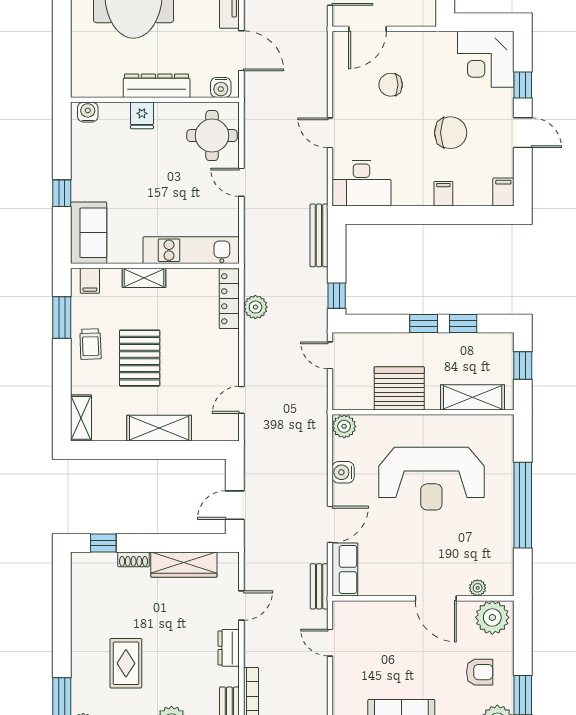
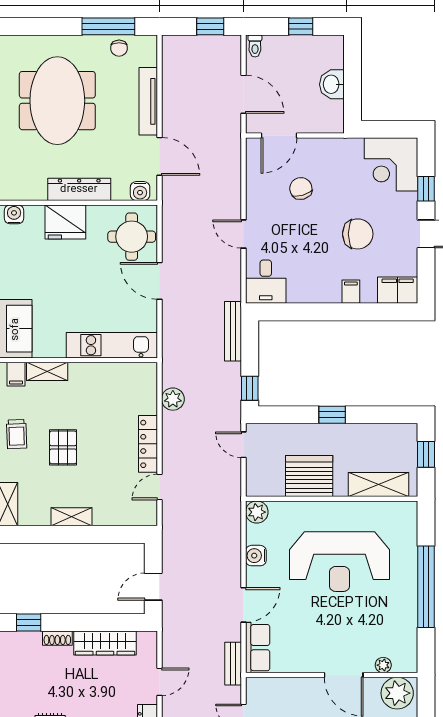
chair: (391, 85) -> (301, 188), turned 74
fridge: (142, 115) -> (65, 222), width x1.88, depth x1.34
door: (241, 182) -> (159, 281), width x1.38
desk: (361, 183) -> (266, 282), width x0.73
filing cabinet: (503, 192) -> (398, 290), width x2.00
shelving: (144, 278) -> (47, 371), moved
locker: (229, 299) -> (148, 444), moved
window: (463, 324) -> (370, 415), removed
pallet: (140, 358) -> (63, 447), width x0.67, depth x0.71
shelving: (159, 428) -> (71, 517), width x0.67, depth x0.75

